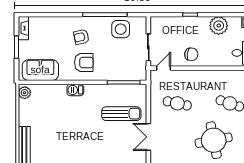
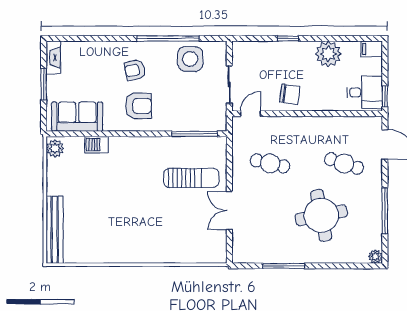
barbecue: (75, 90) -> (97, 145), moved

